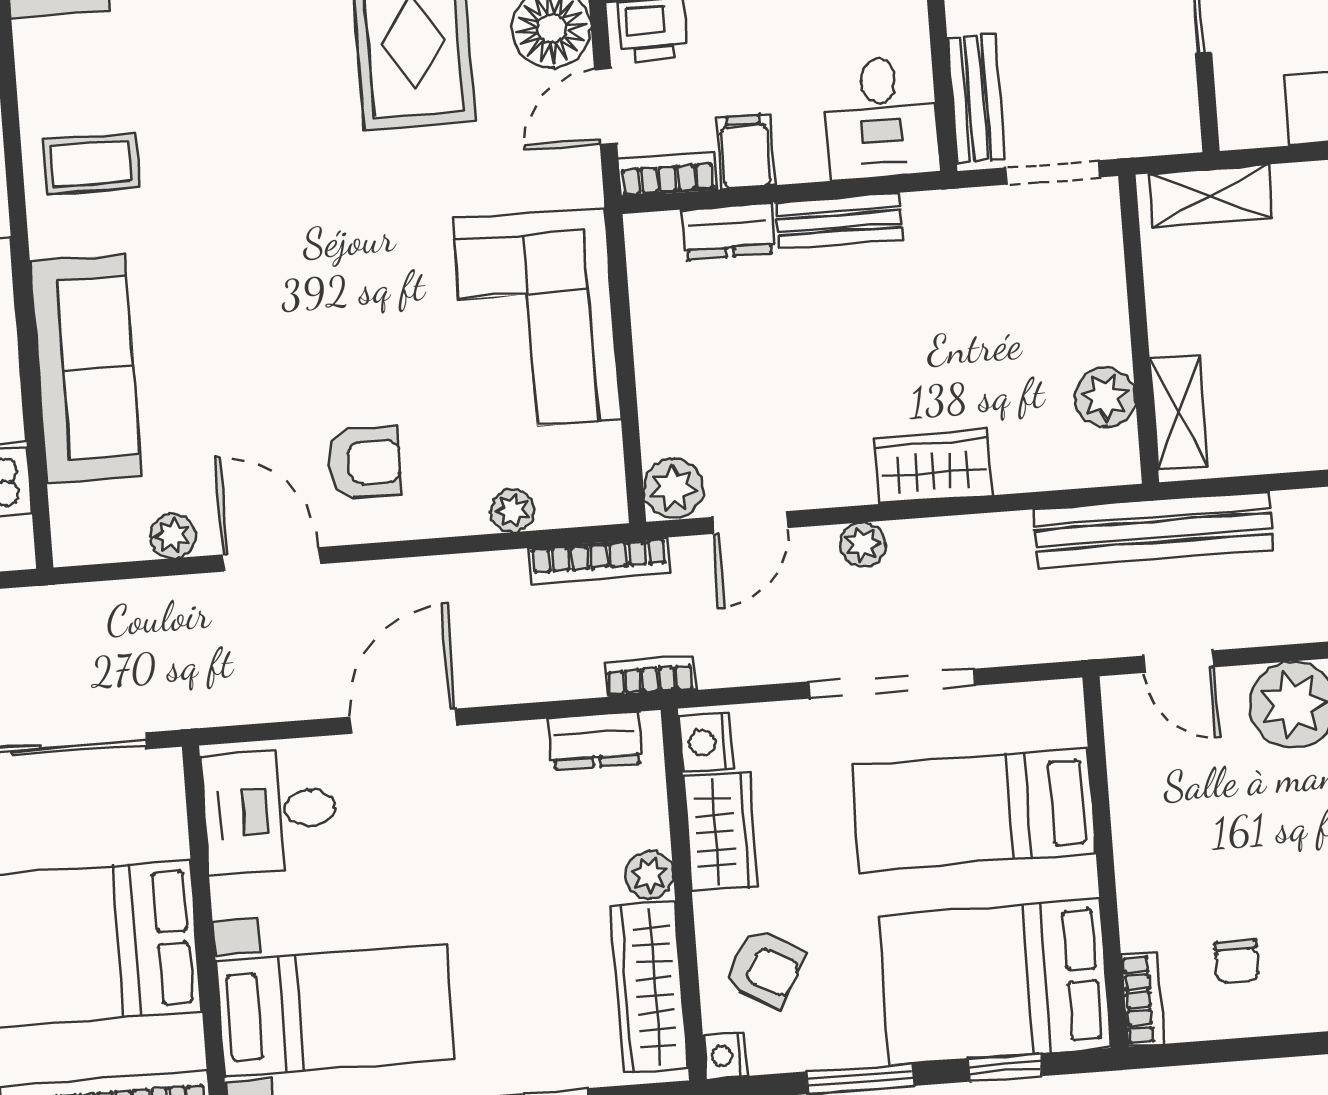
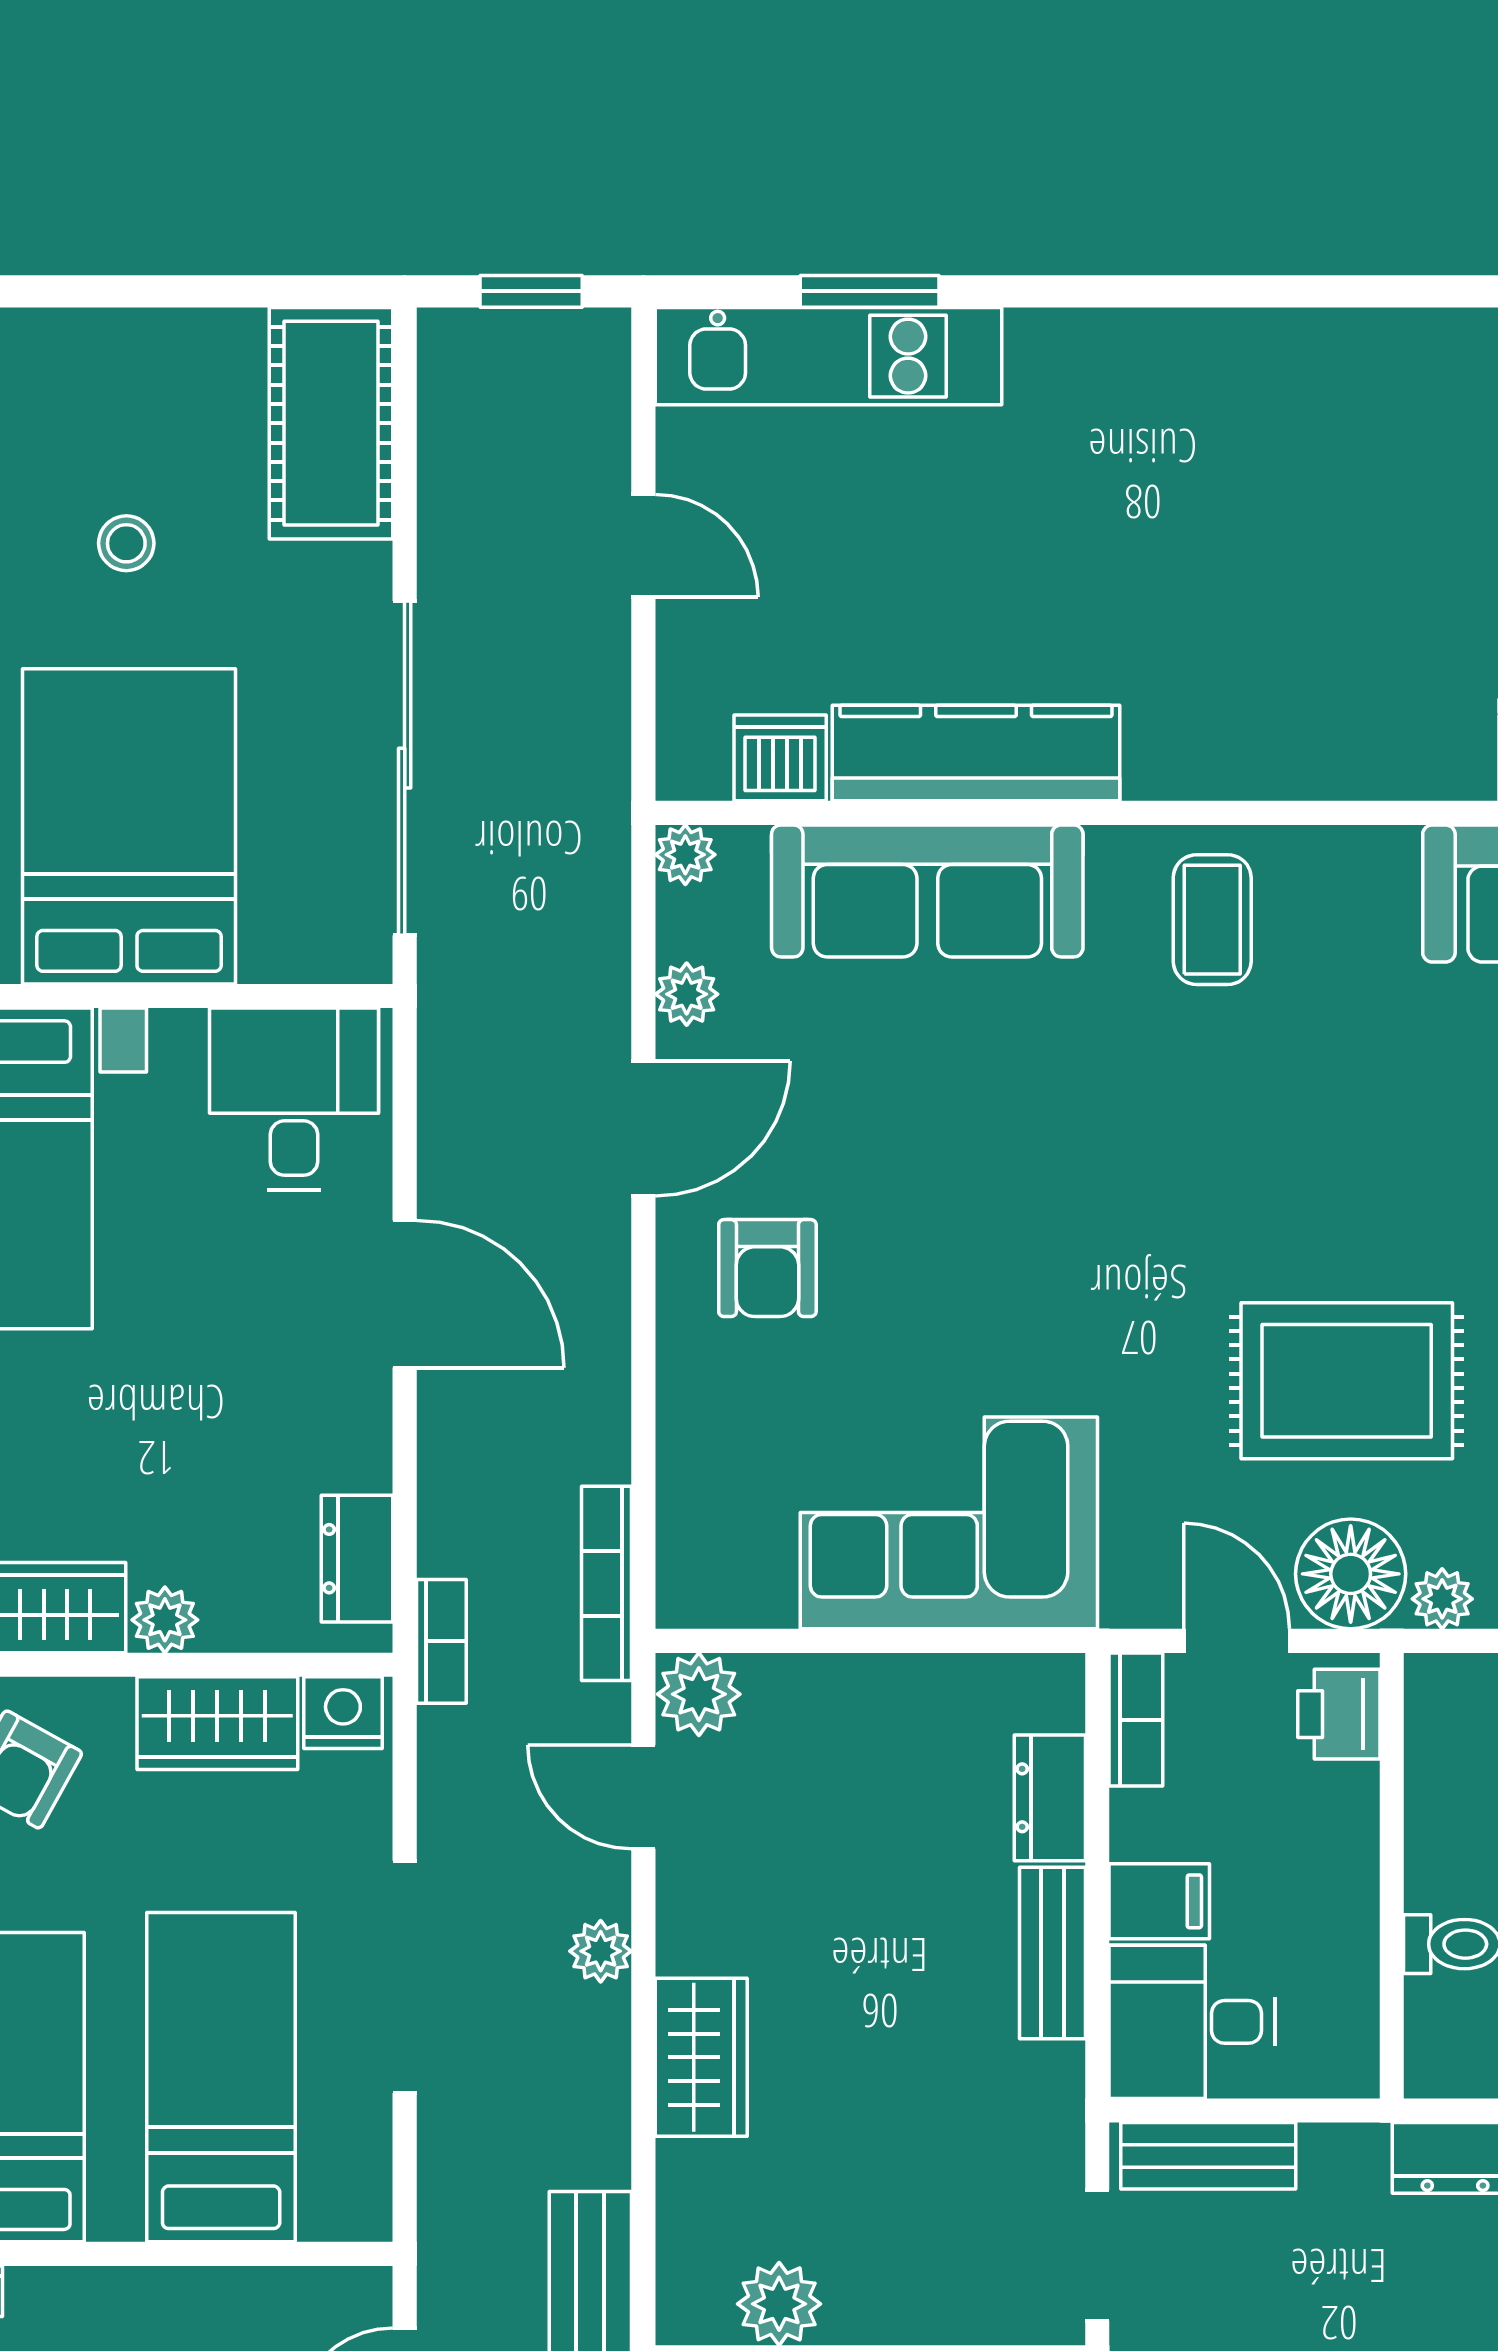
filing cabinet: (745, 151) -> (1159, 1901), moved
plant: (512, 511) -> (685, 855), moved

